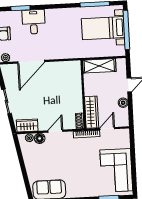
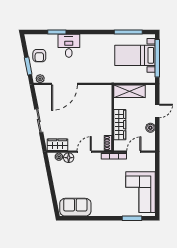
wardrobe: (92, 112) -> (120, 125), moved

